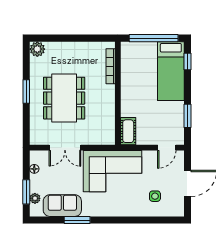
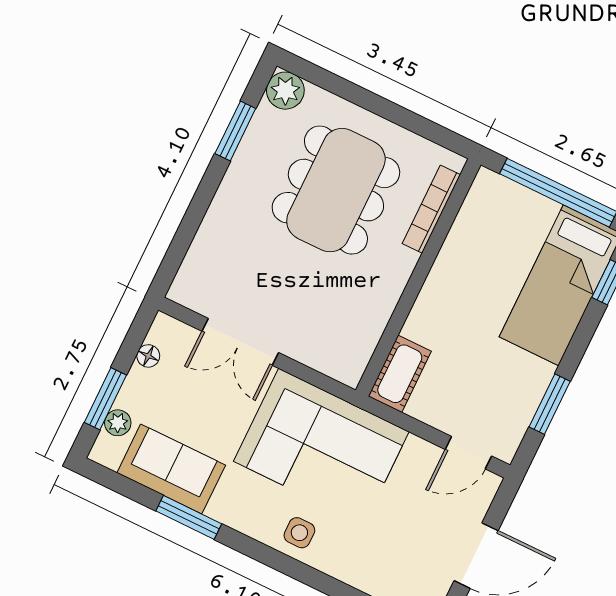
window: (26, 91) -> (235, 131), moved
dining table: (64, 98) -> (336, 190), moved
side table: (155, 196) -> (299, 533), moved

